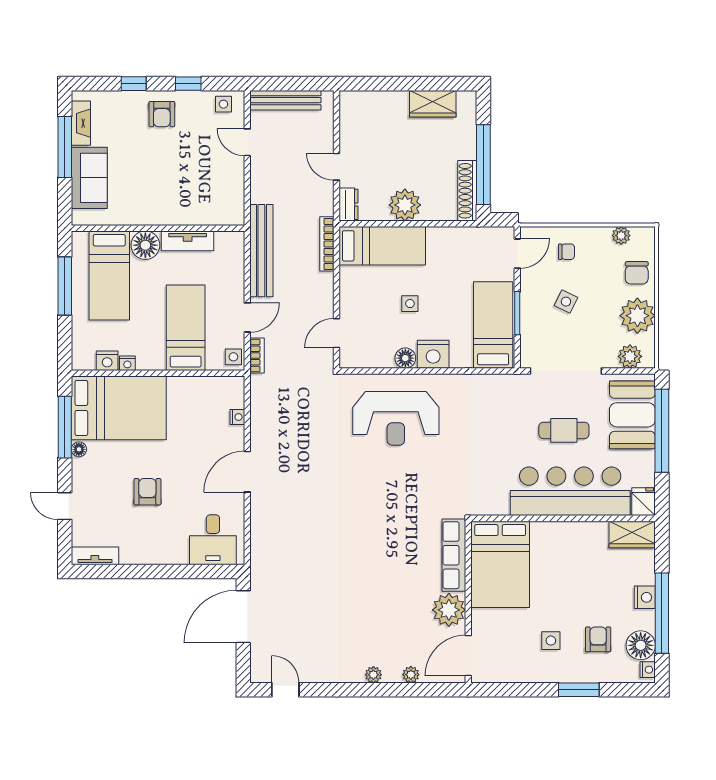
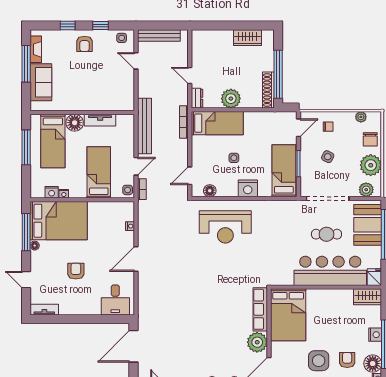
floor lamp: (405, 358) -> (210, 191), moved
side table: (551, 641) -> (319, 361), width x1.87, depth x1.87

